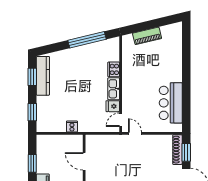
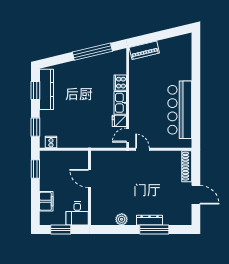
piano: (147, 36) -> (144, 50), moved
bar counter: (171, 103) -> (180, 110), width x1.36
cooker: (72, 126) -> (51, 142), moved
window: (186, 152) -> (196, 169), removed
window: (32, 163) -> (35, 169), moved

